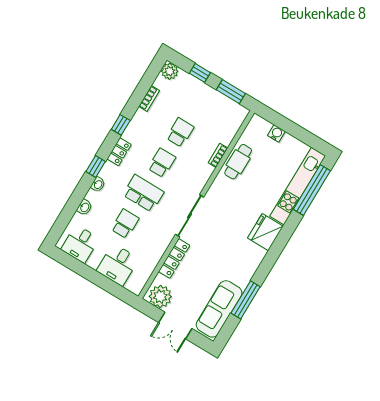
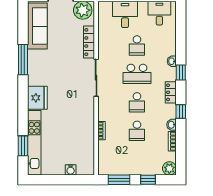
cafe table: (238, 162) -> (85, 135), removed
window: (312, 190) -> (23, 146), width x0.47
washbasin: (85, 207) -> (172, 125), moved
window: (246, 300) -> (23, 60), moved

